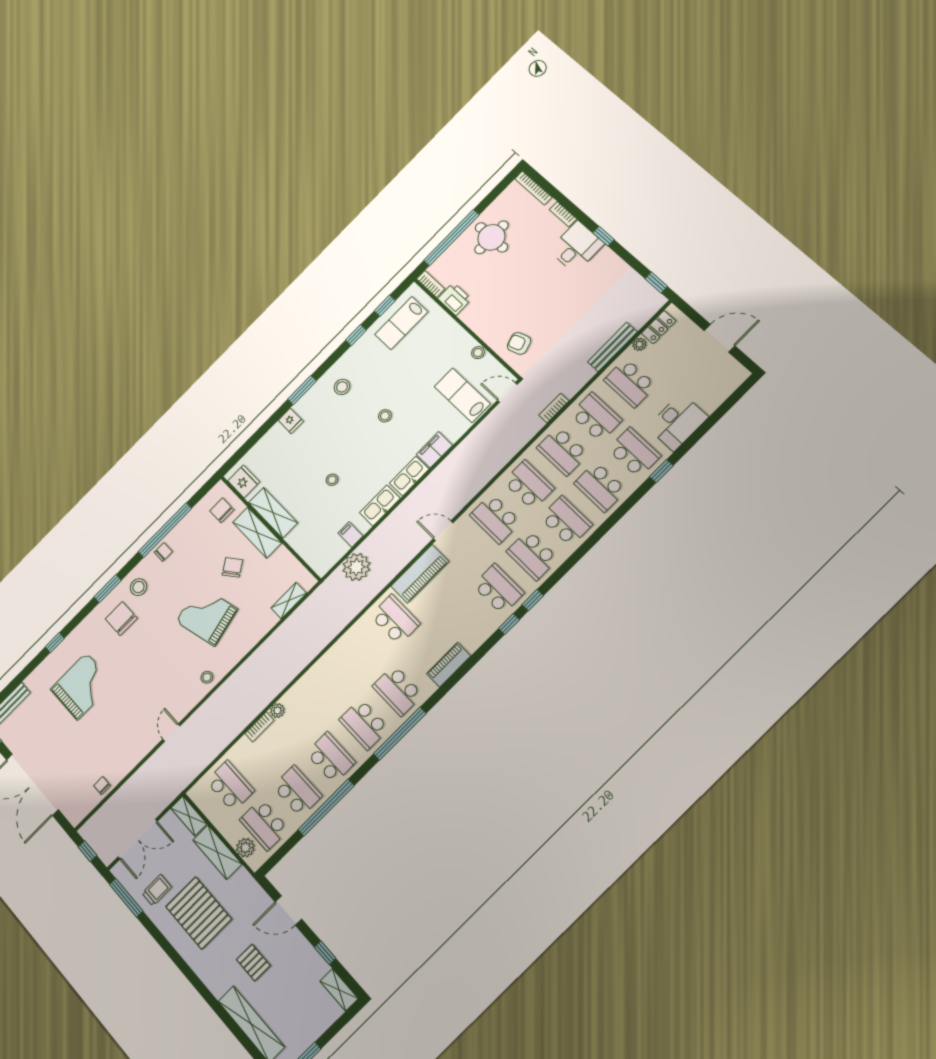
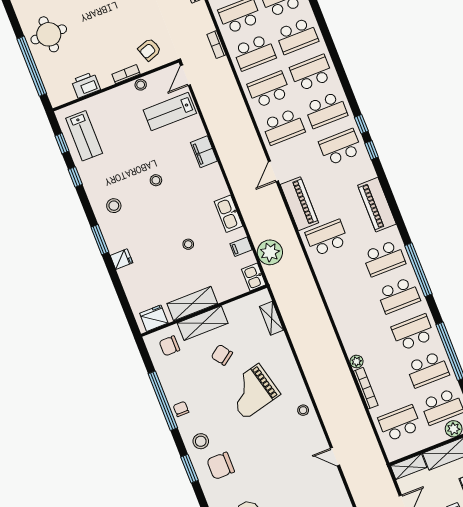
bookcase: (431, 284) -> (126, 74), moved
kitchen sink: (409, 476) -> (254, 277), moved, width x0.73
piano: (449, 665) -> (377, 205), width x1.37, depth x1.33
bookcase: (259, 727) -> (366, 388), width x1.56
school desk: (297, 791) -> (428, 369), turned 180

